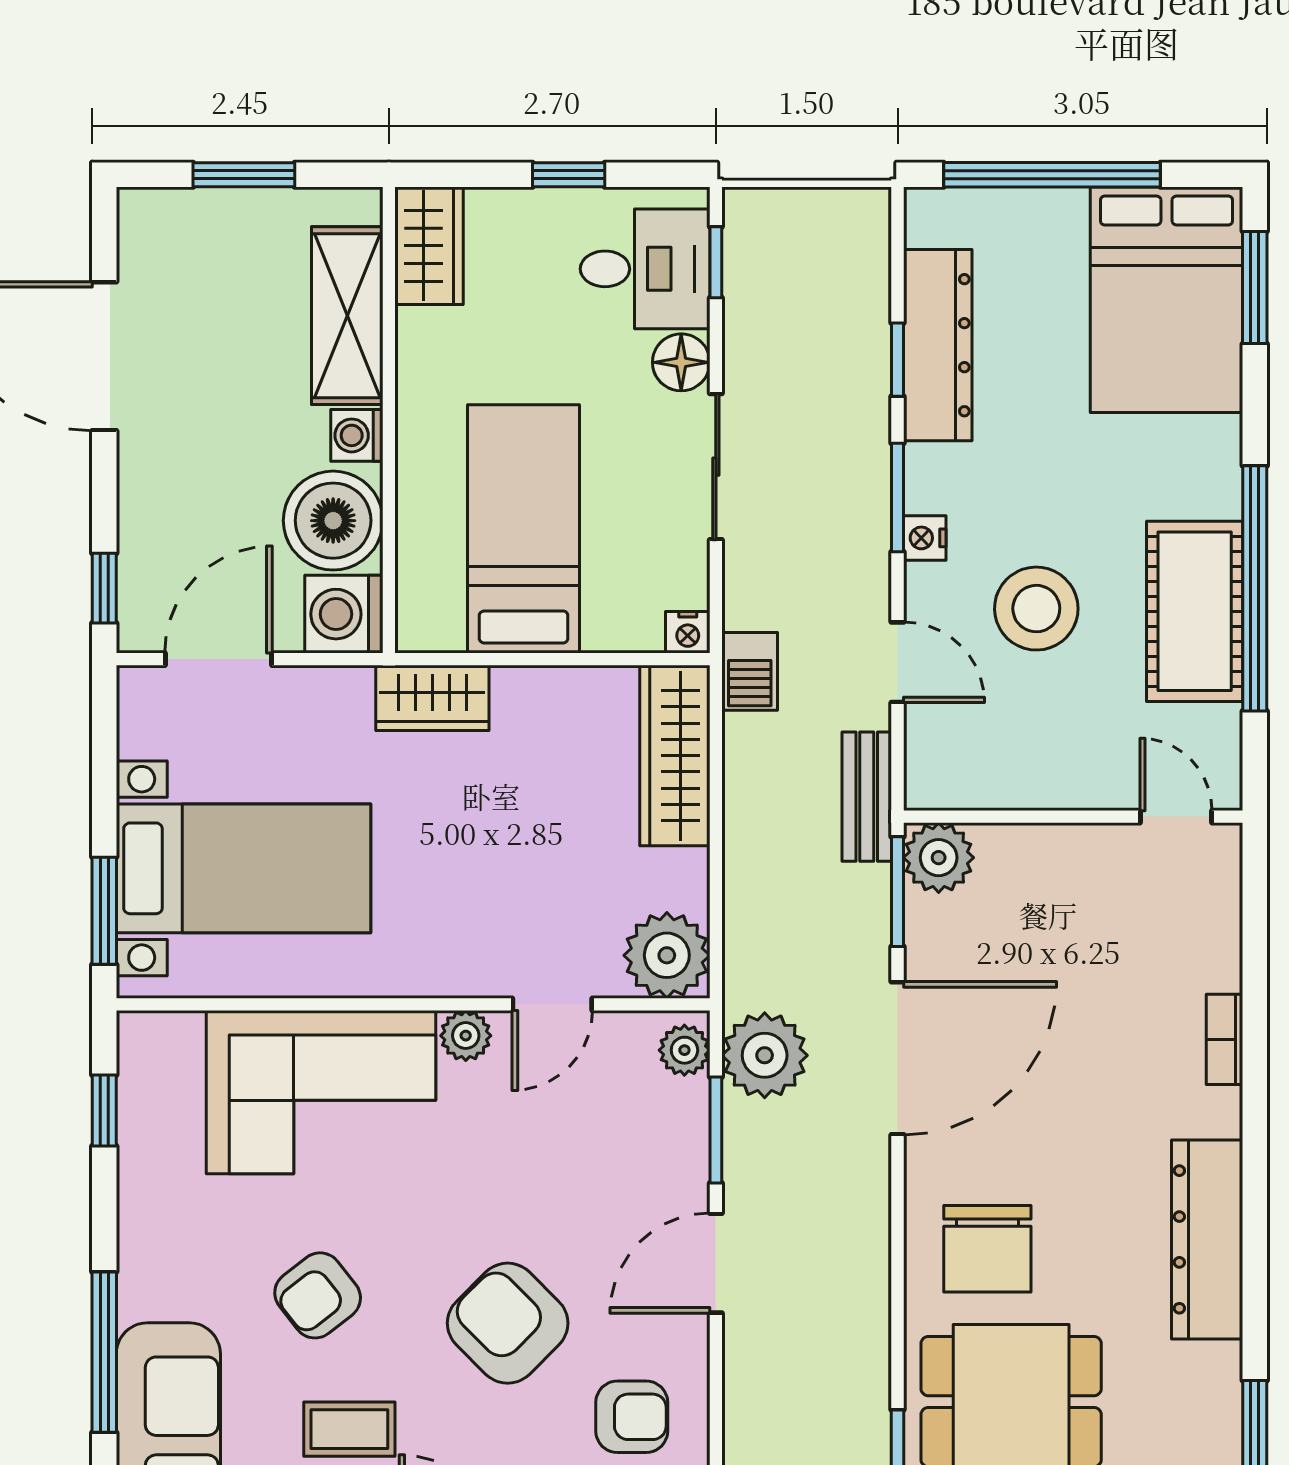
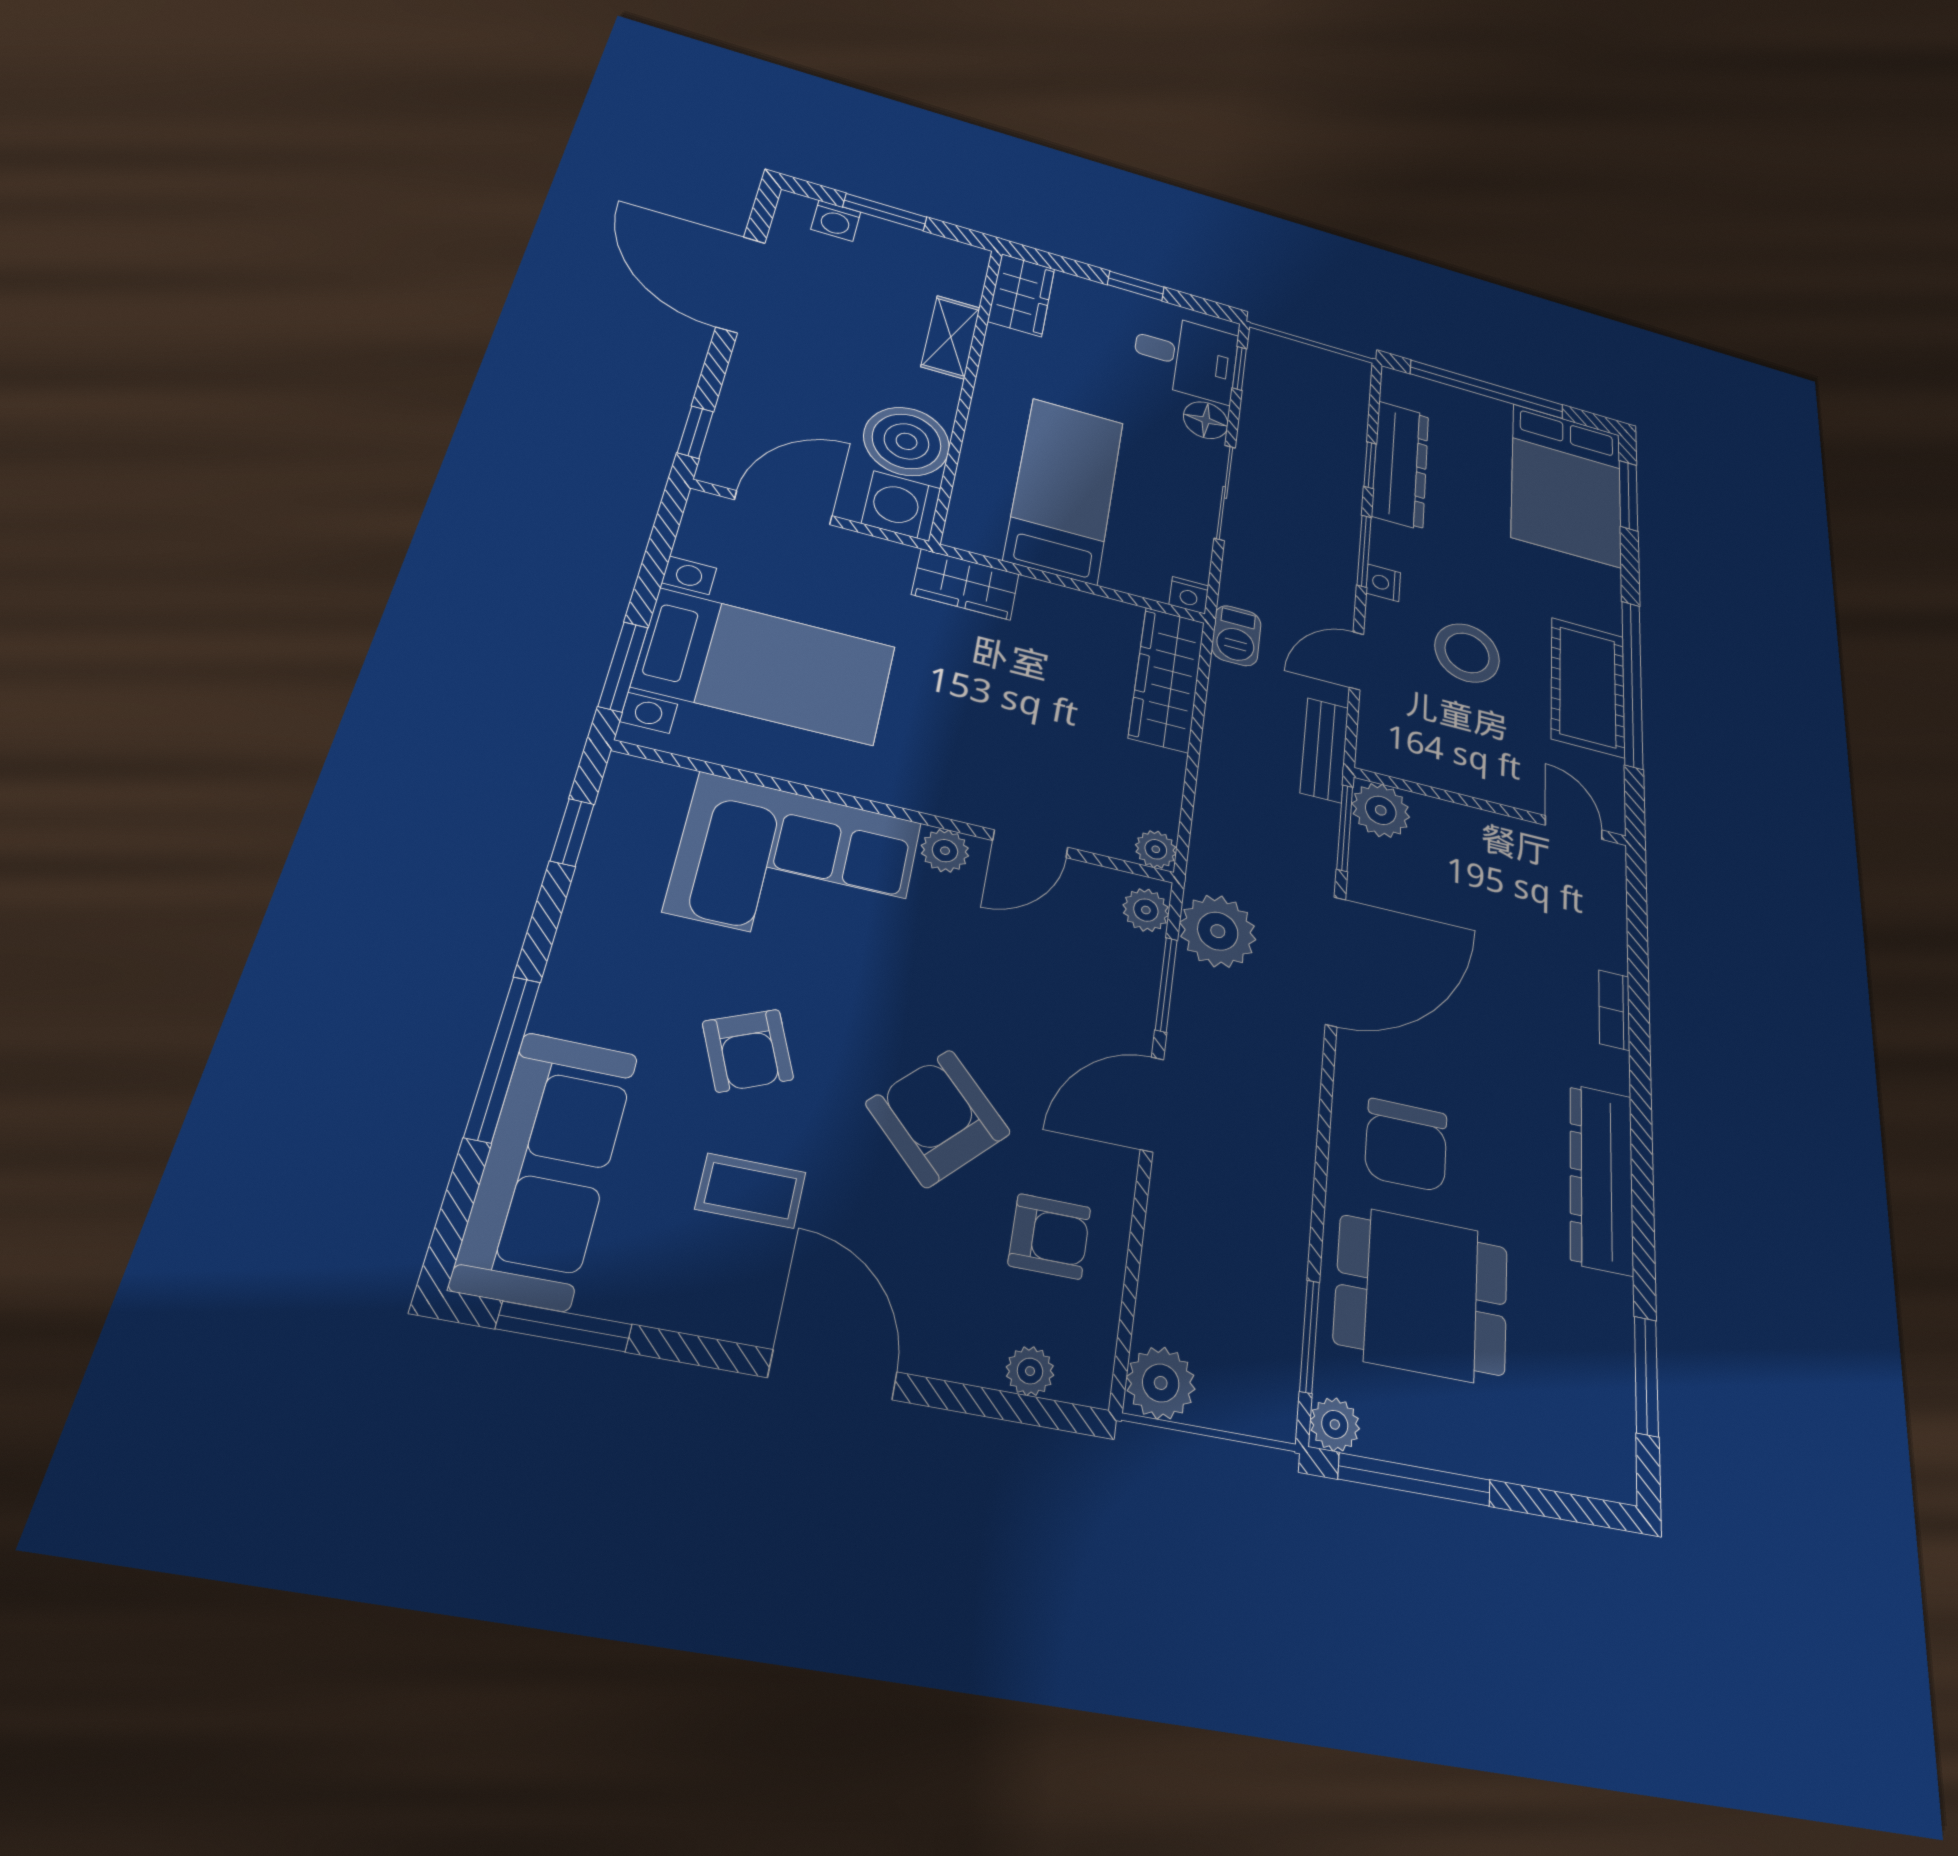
shelving: (347, 316) -> (951, 337), width x0.67, depth x0.75
washing machine: (357, 435) -> (836, 221), moved, turned -90
door: (898, 662) -> (1356, 661), swing flipped
plant: (667, 955) -> (1156, 849), width x0.53, depth x0.53
armchair: (318, 1295) -> (748, 1050), turned -75

